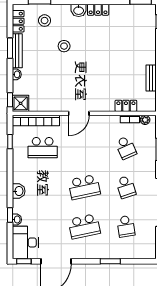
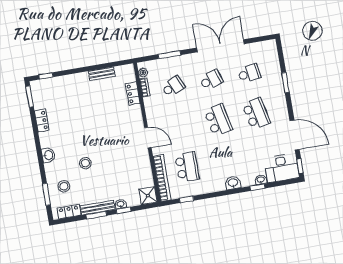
locker: (98, 10) -> (42, 121), moved
window: (10, 100) -> (124, 210), moved

